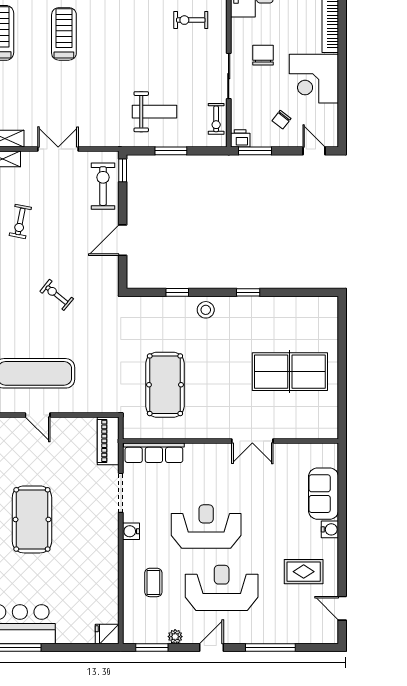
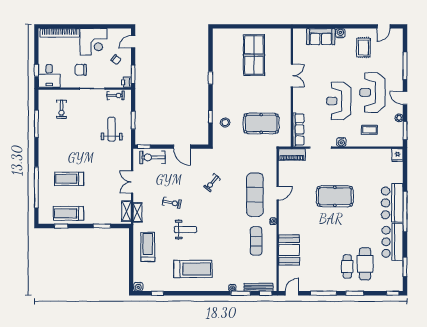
stool: (206, 310) -> (225, 123), moved

